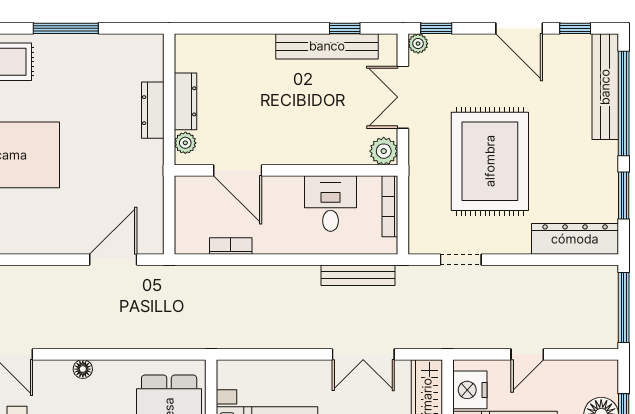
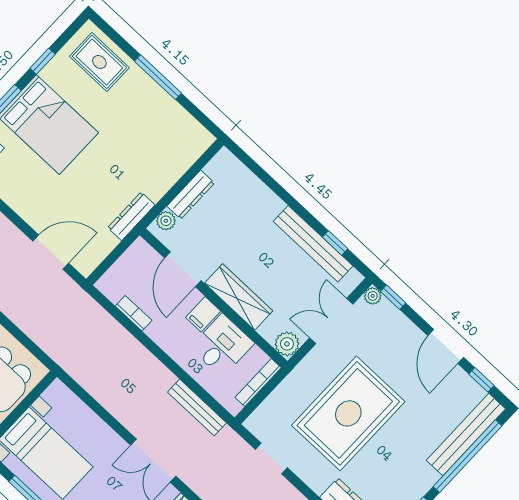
dresser: (153, 110) -> (131, 216), moved
wardrobe: (306, 150) -> (239, 297), added
filing cabinet: (290, 192) -> (203, 314), added

